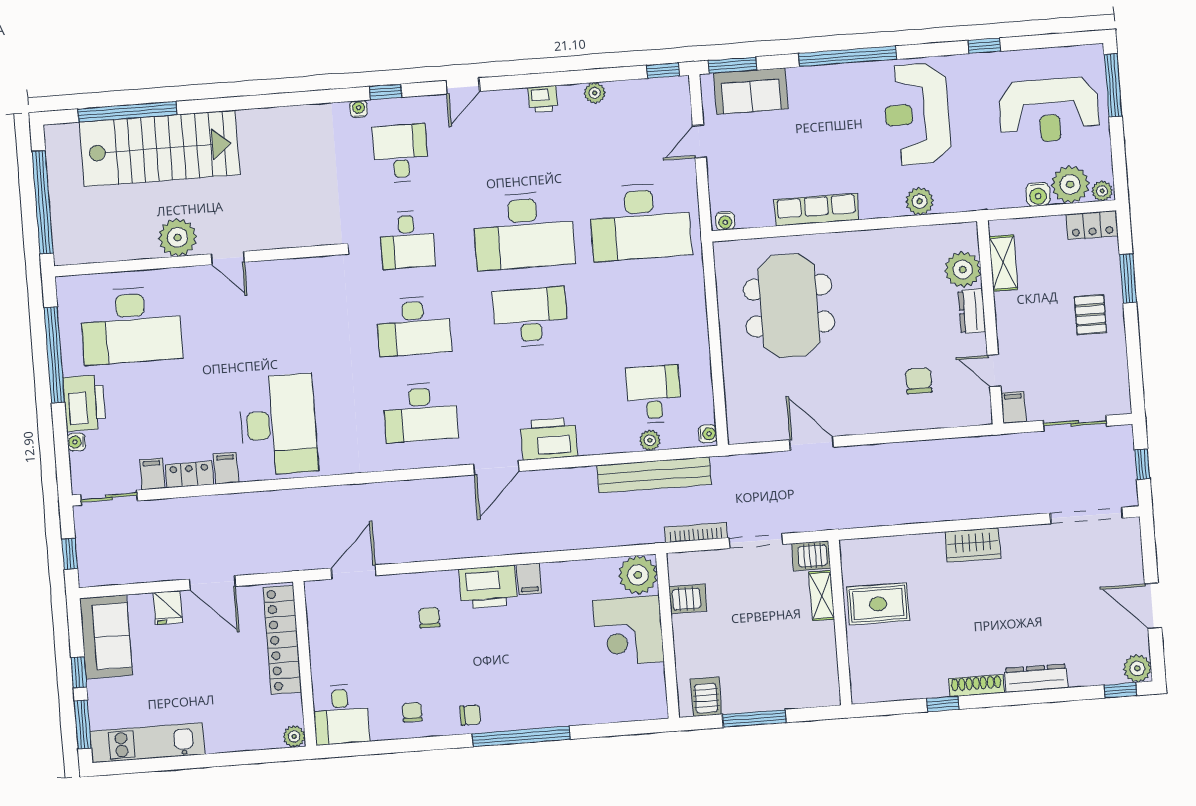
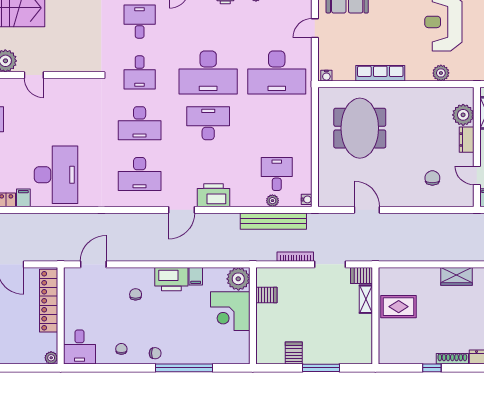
plant: (638, 575) -> (238, 279), moved
server rack: (688, 599) -> (266, 295), moved
corner desk: (628, 631) -> (230, 311), moved
wall: (667, 636) -> (253, 316), moved

